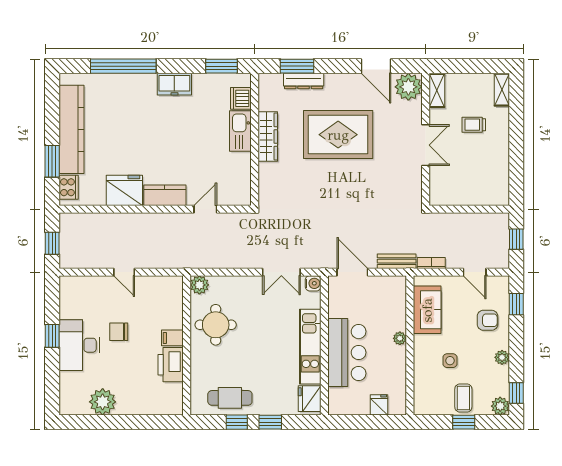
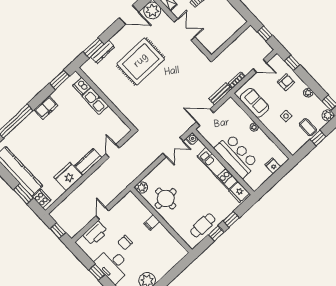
wardrobe: (268, 136) -> (110, 92), removed
door: (124, 272) -> (102, 213), swing flipped
printer: (171, 365) -> (95, 233), moved, turned -90

